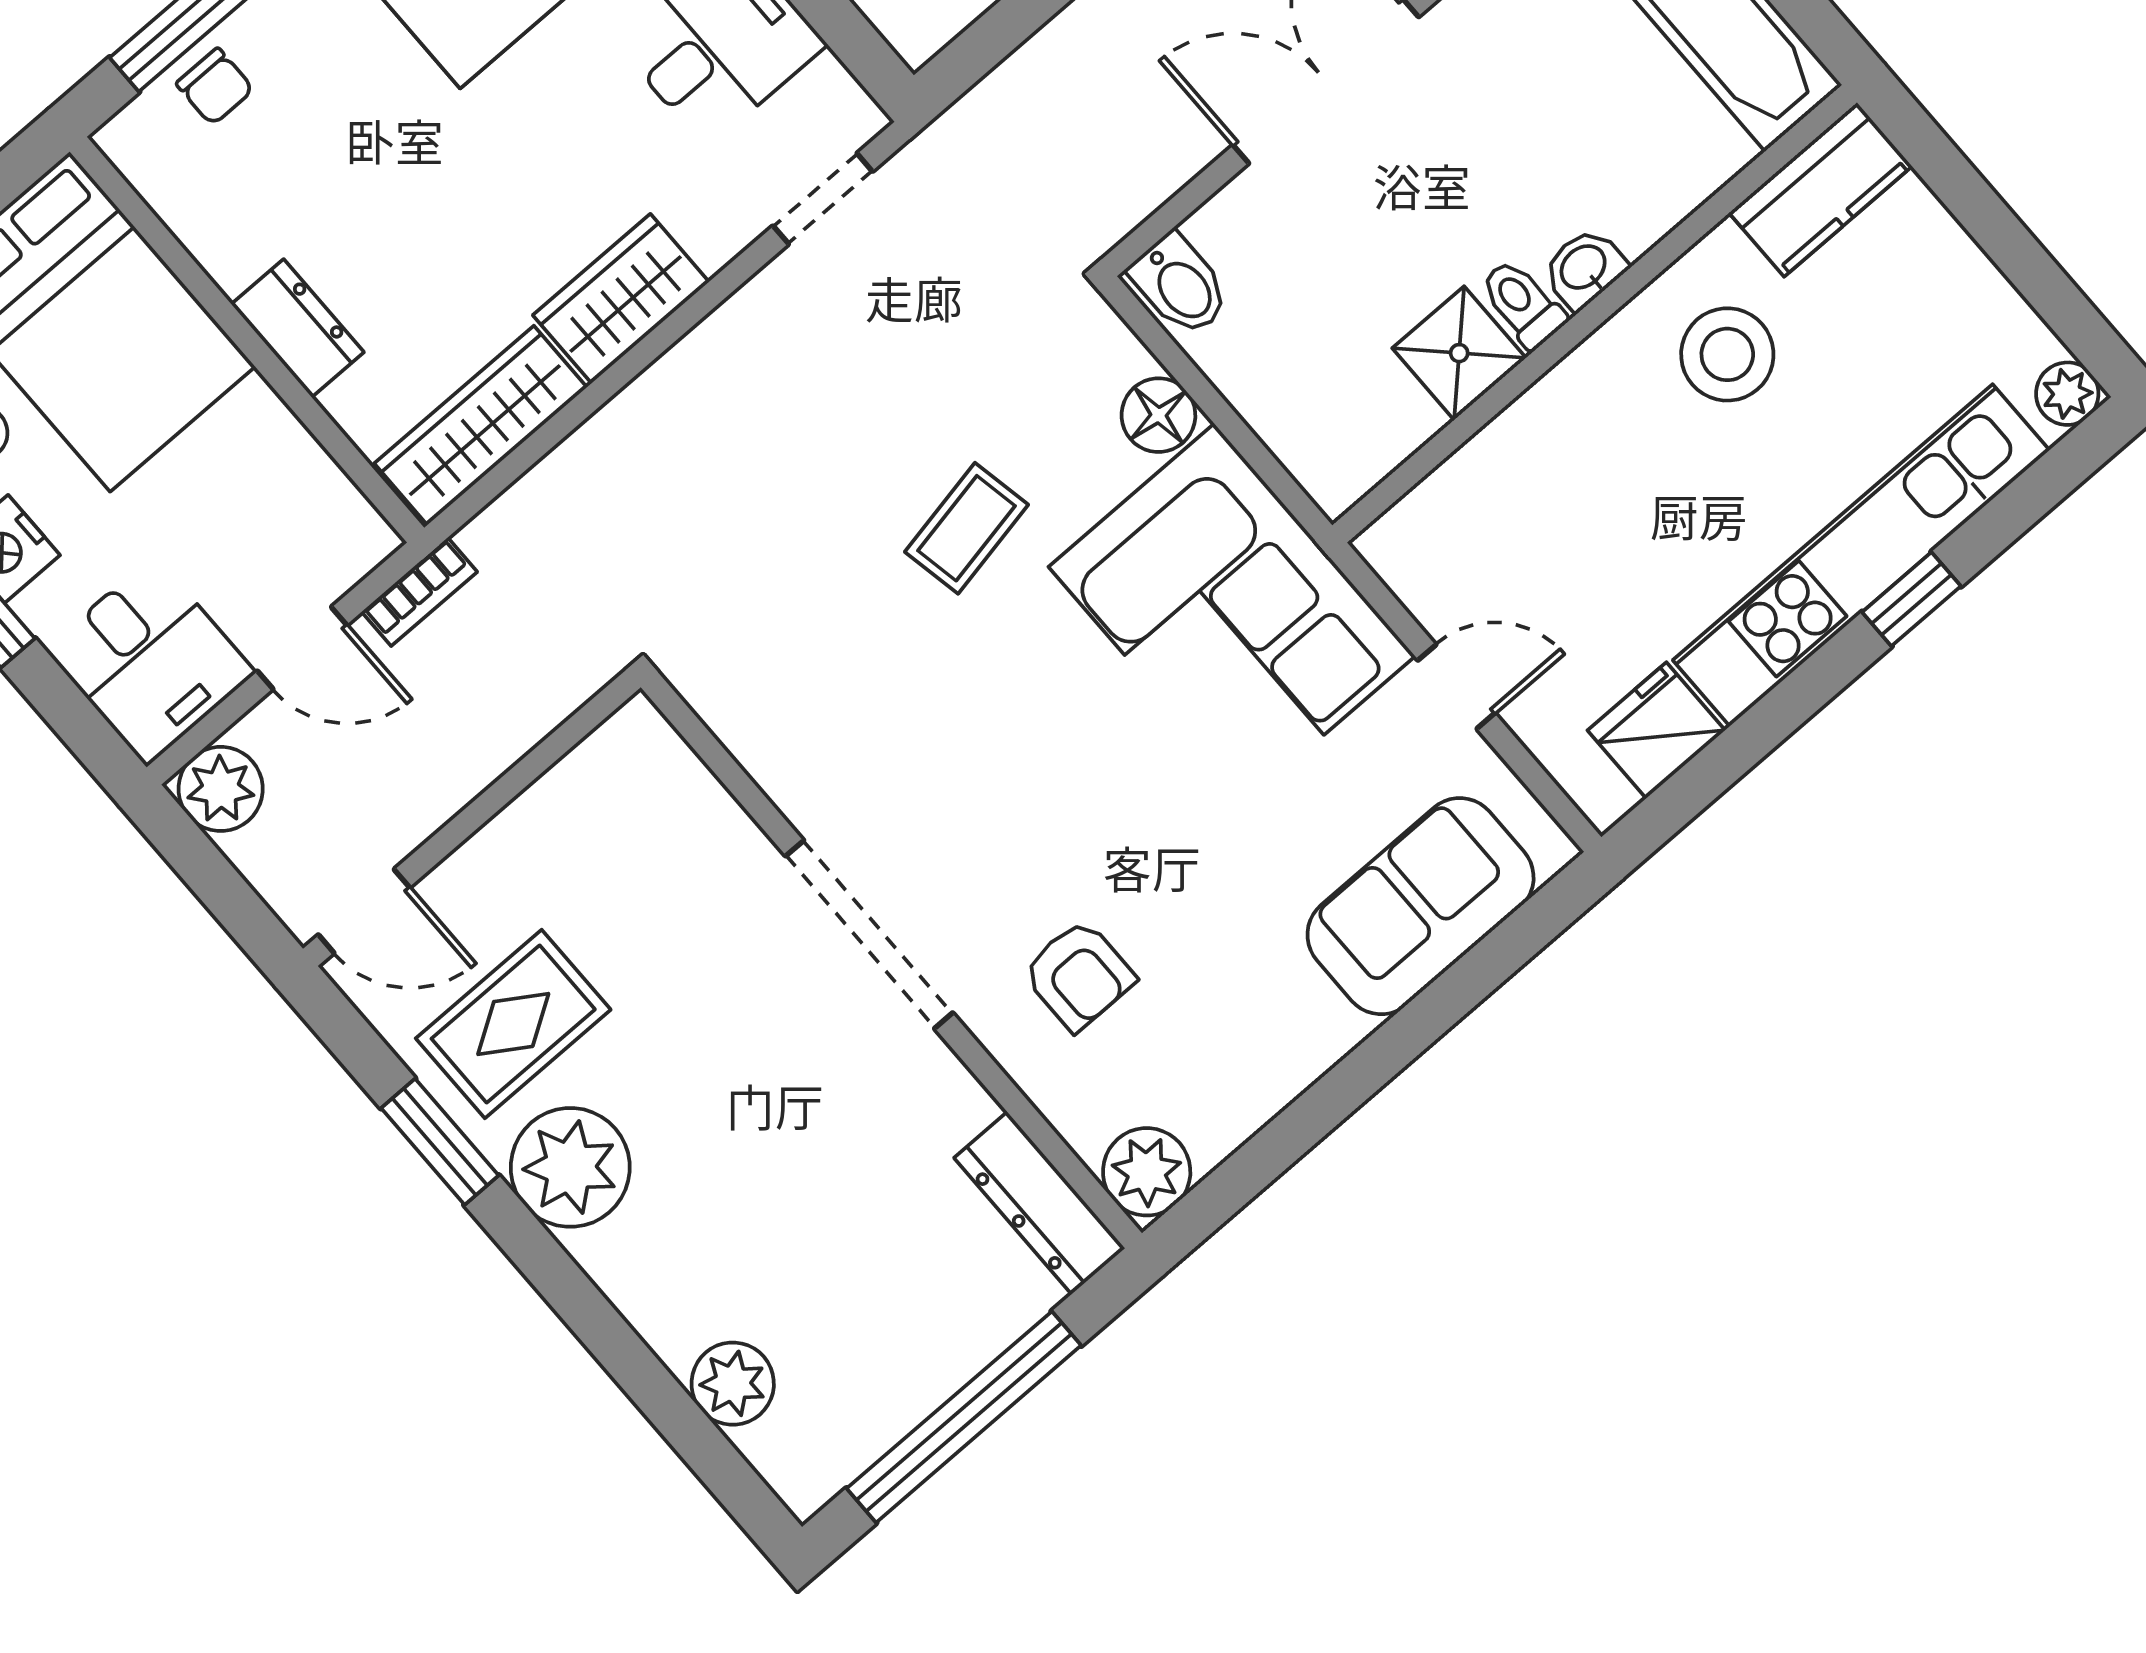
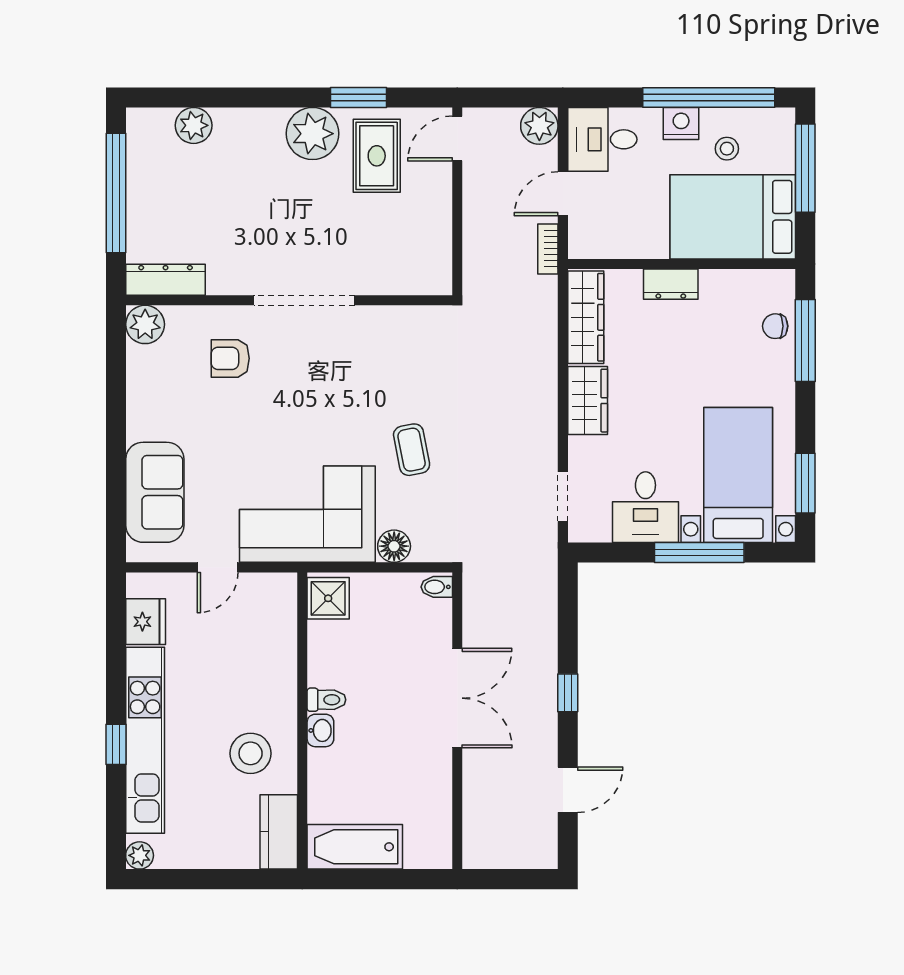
bidet: (1180, 285) -> (437, 587), width x0.72, depth x0.74
shower: (1459, 353) -> (328, 598), moved

